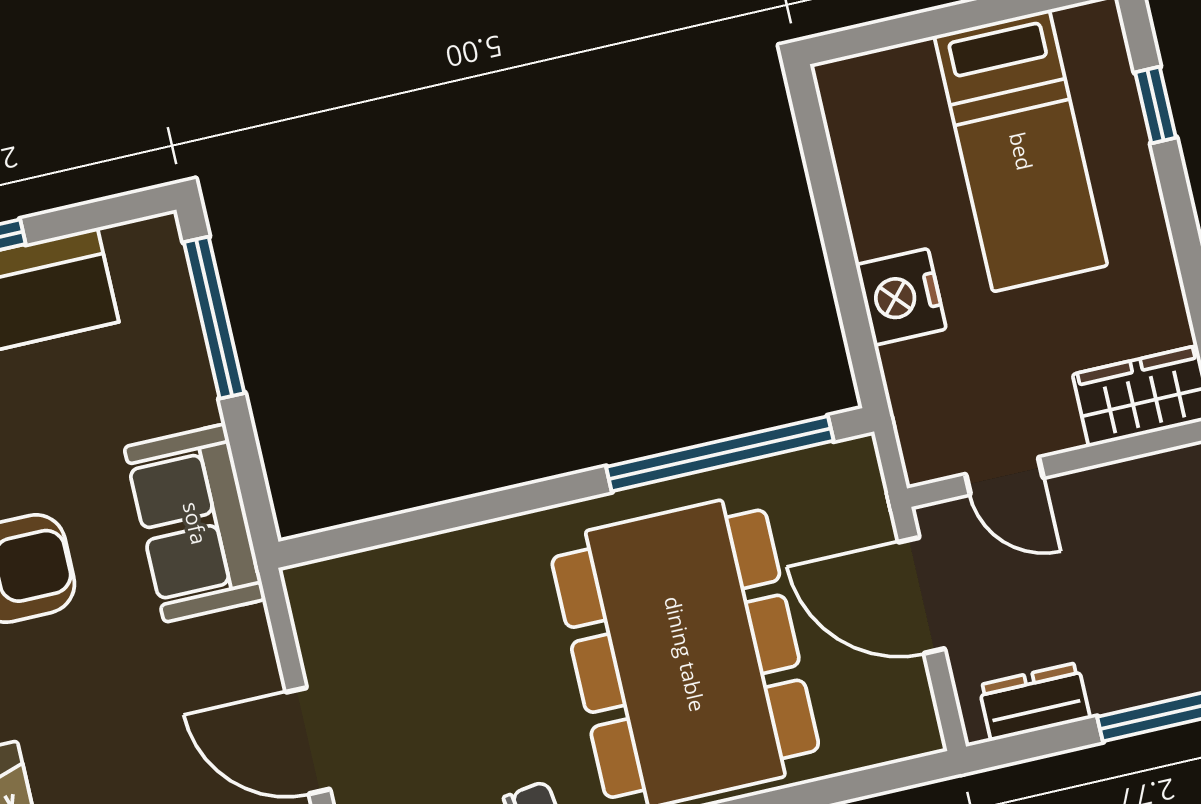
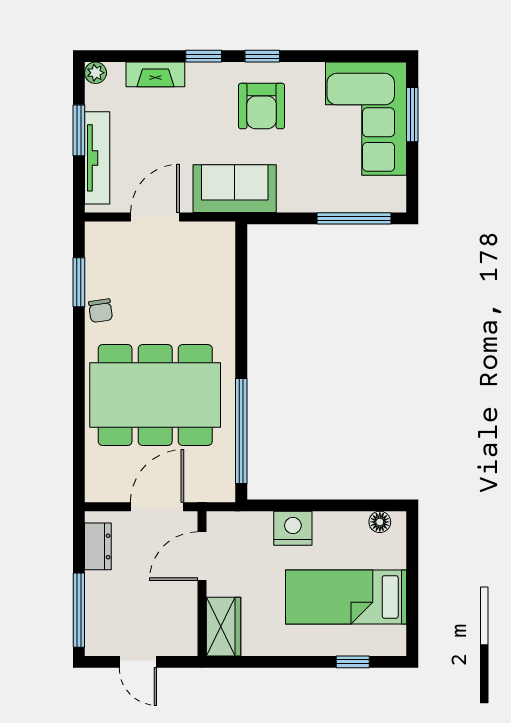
floor lamp: (845, 116) -> (380, 522), added
door: (1004, 476) -> (202, 556), width x1.38
sofa: (195, 523) -> (235, 189), moved

